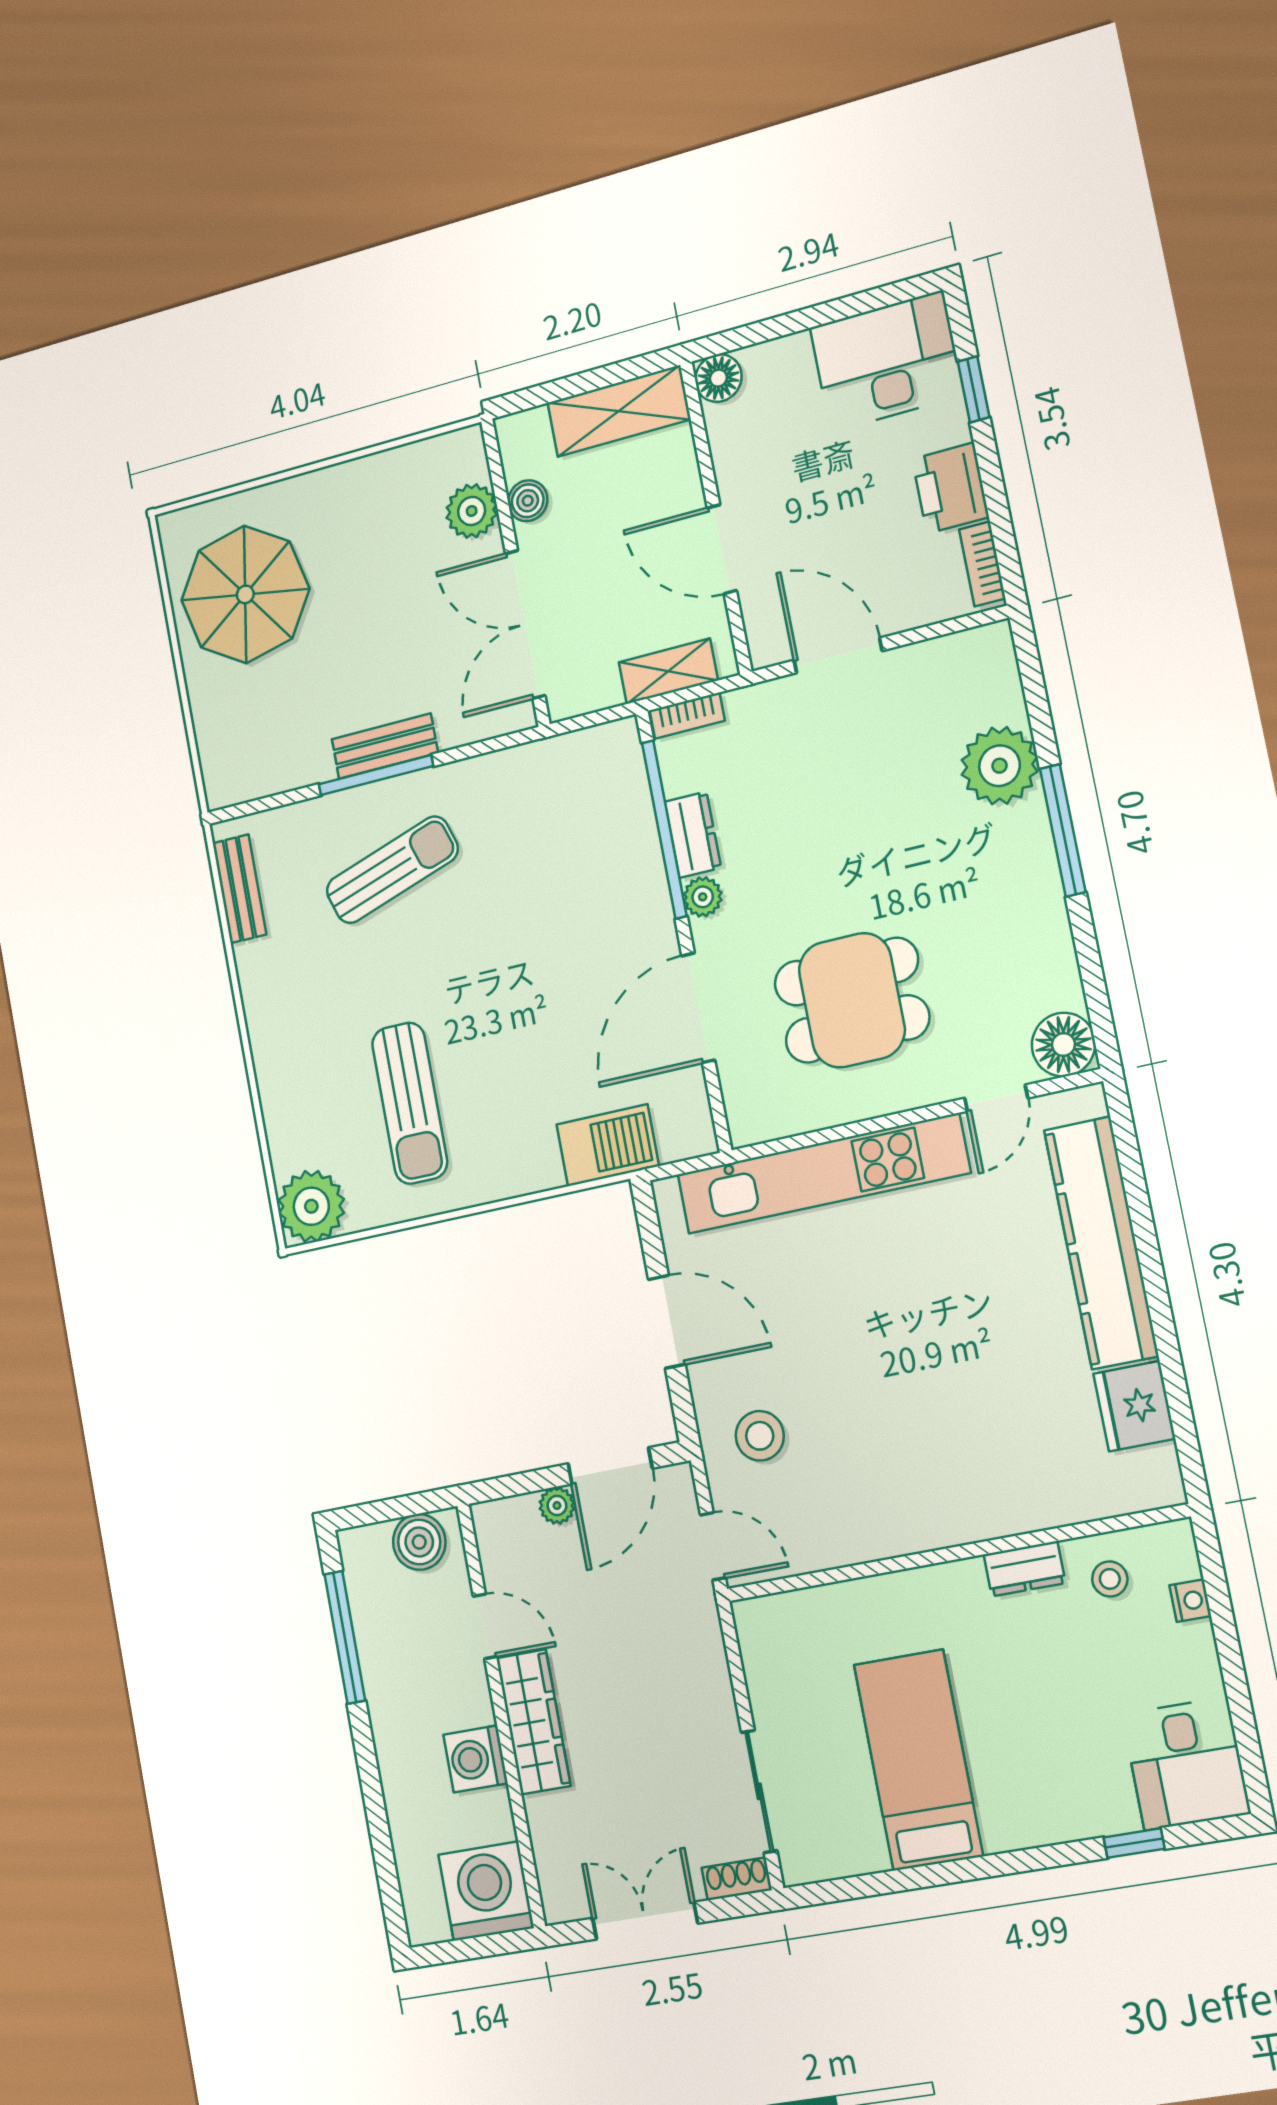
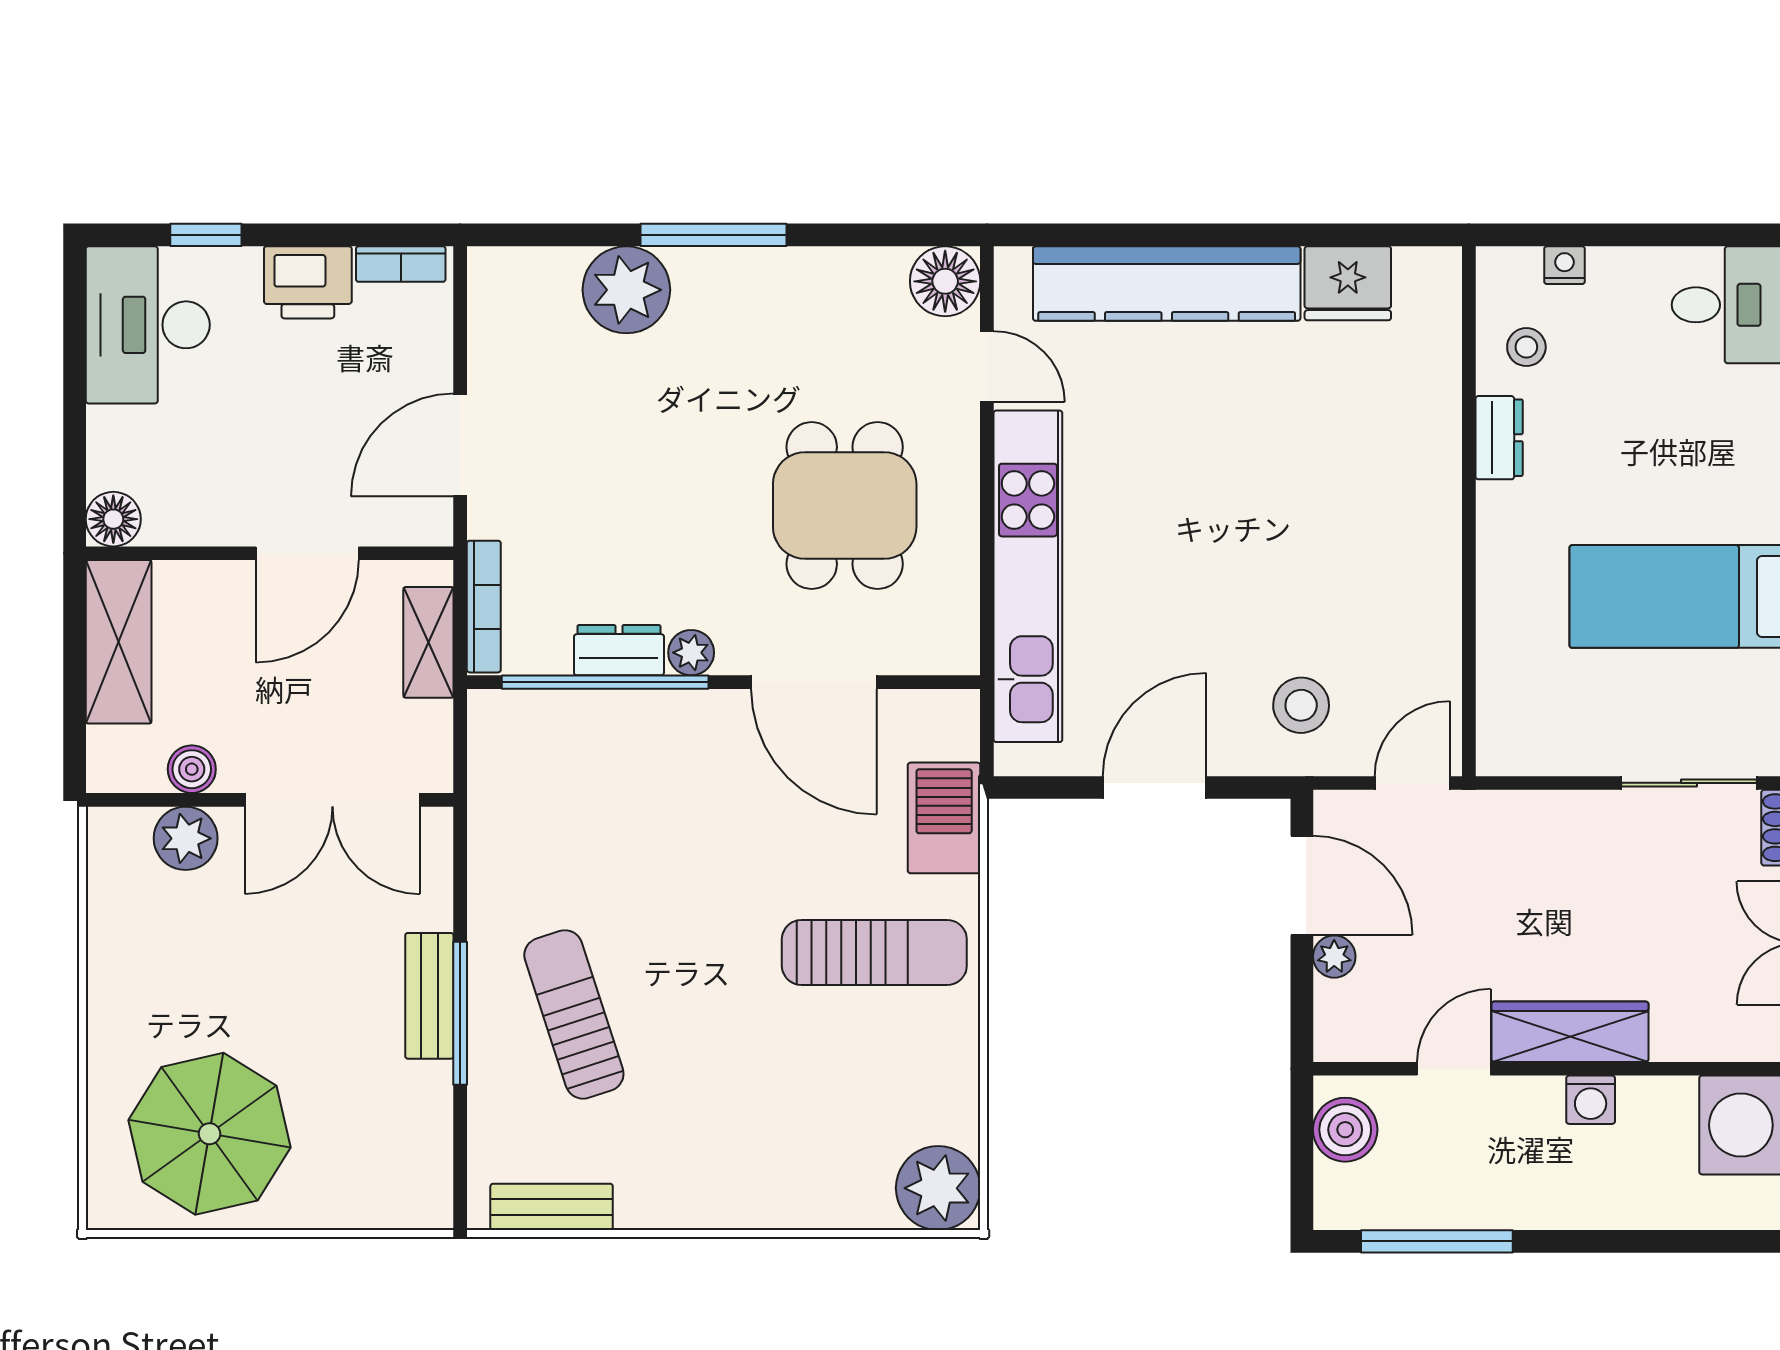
bookcase: (687, 716) -> (484, 607), width x1.56
sun lounger: (410, 1103) -> (874, 952), moved
washing machine: (476, 1759) -> (1591, 1100), width x0.73, depth x0.73

